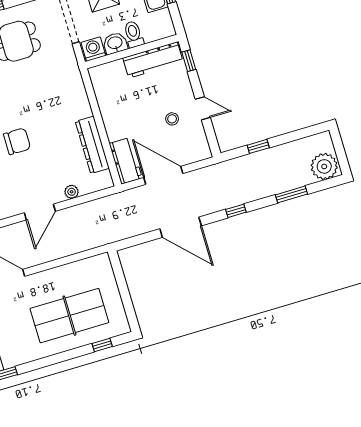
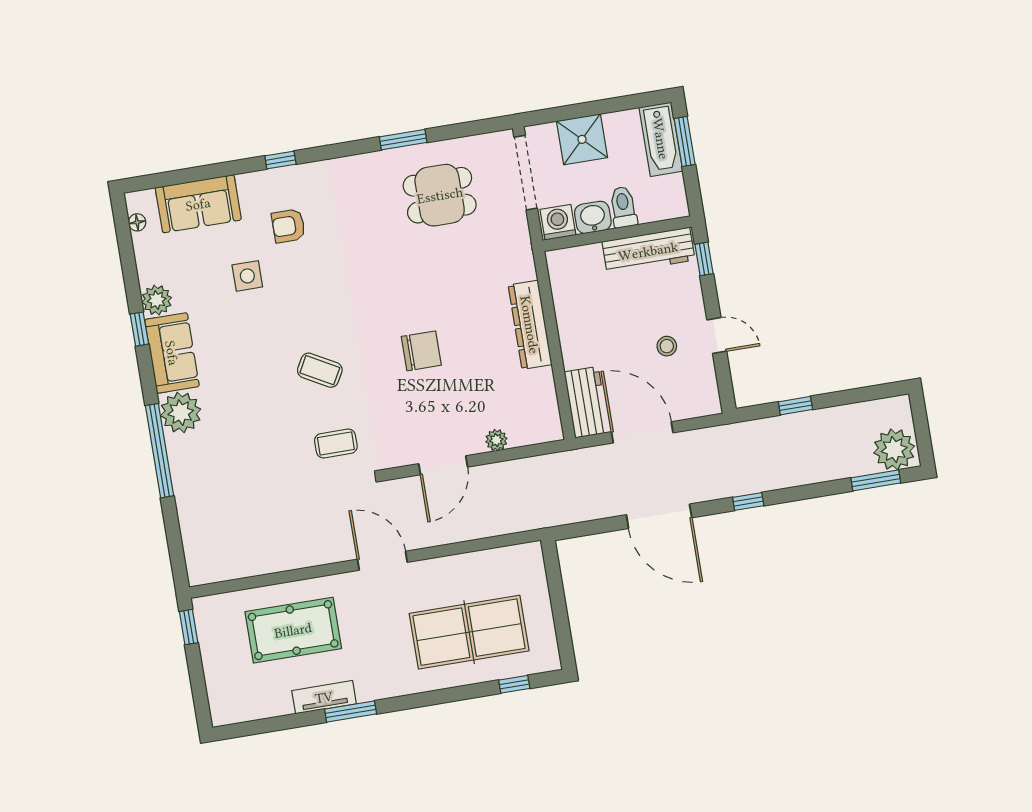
dresser: (92, 145) -> (530, 325), moved
window: (291, 194) -> (876, 480), moved

